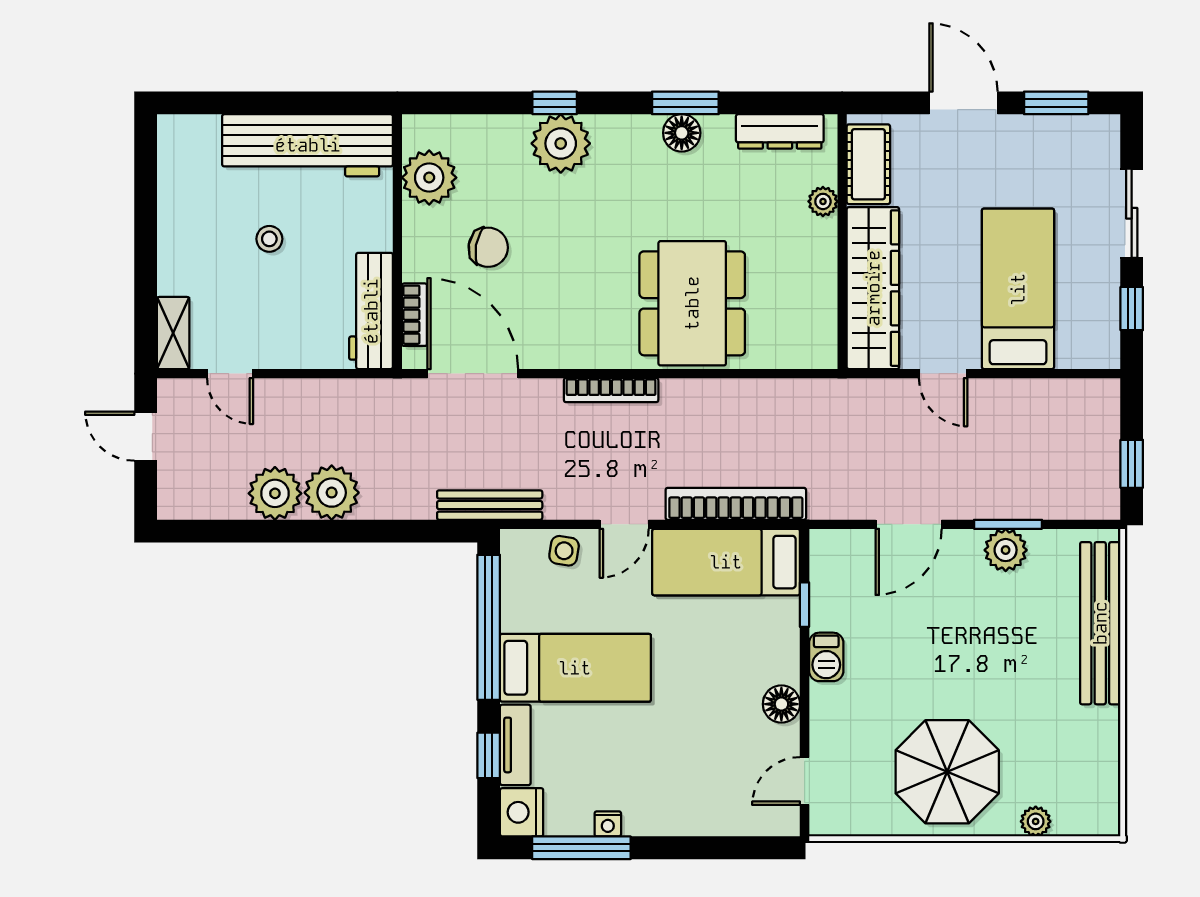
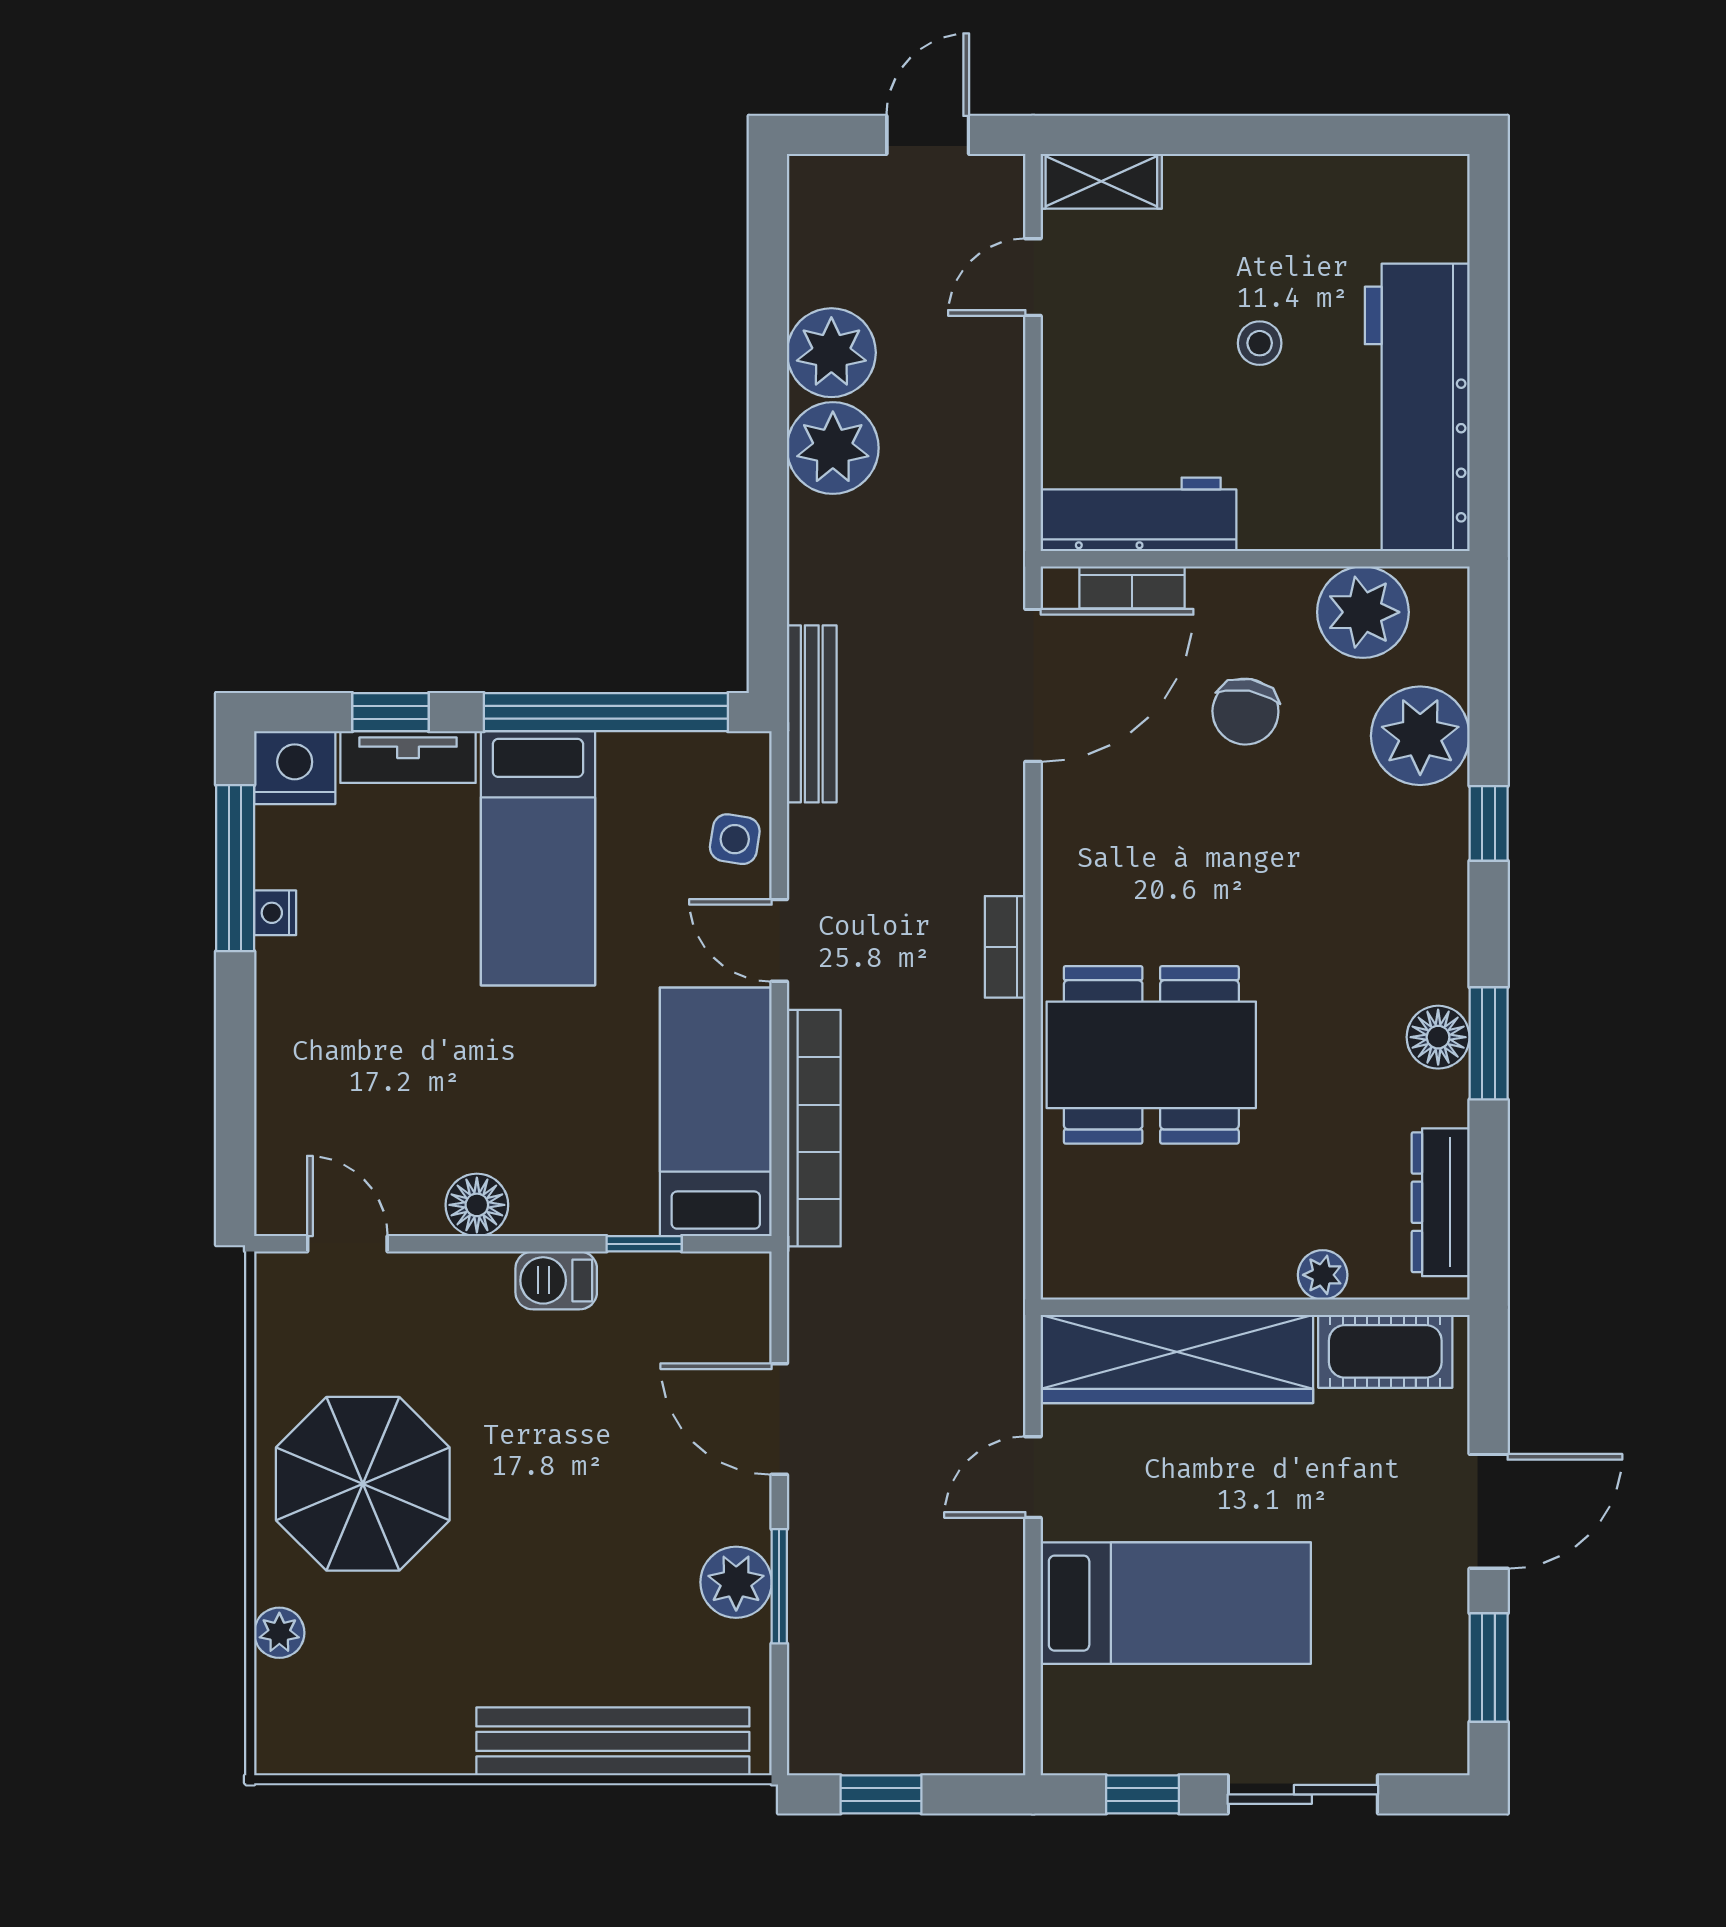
plant: (561, 143) -> (1420, 736), moved
bookcase: (611, 390) -> (1005, 947), width x0.64

